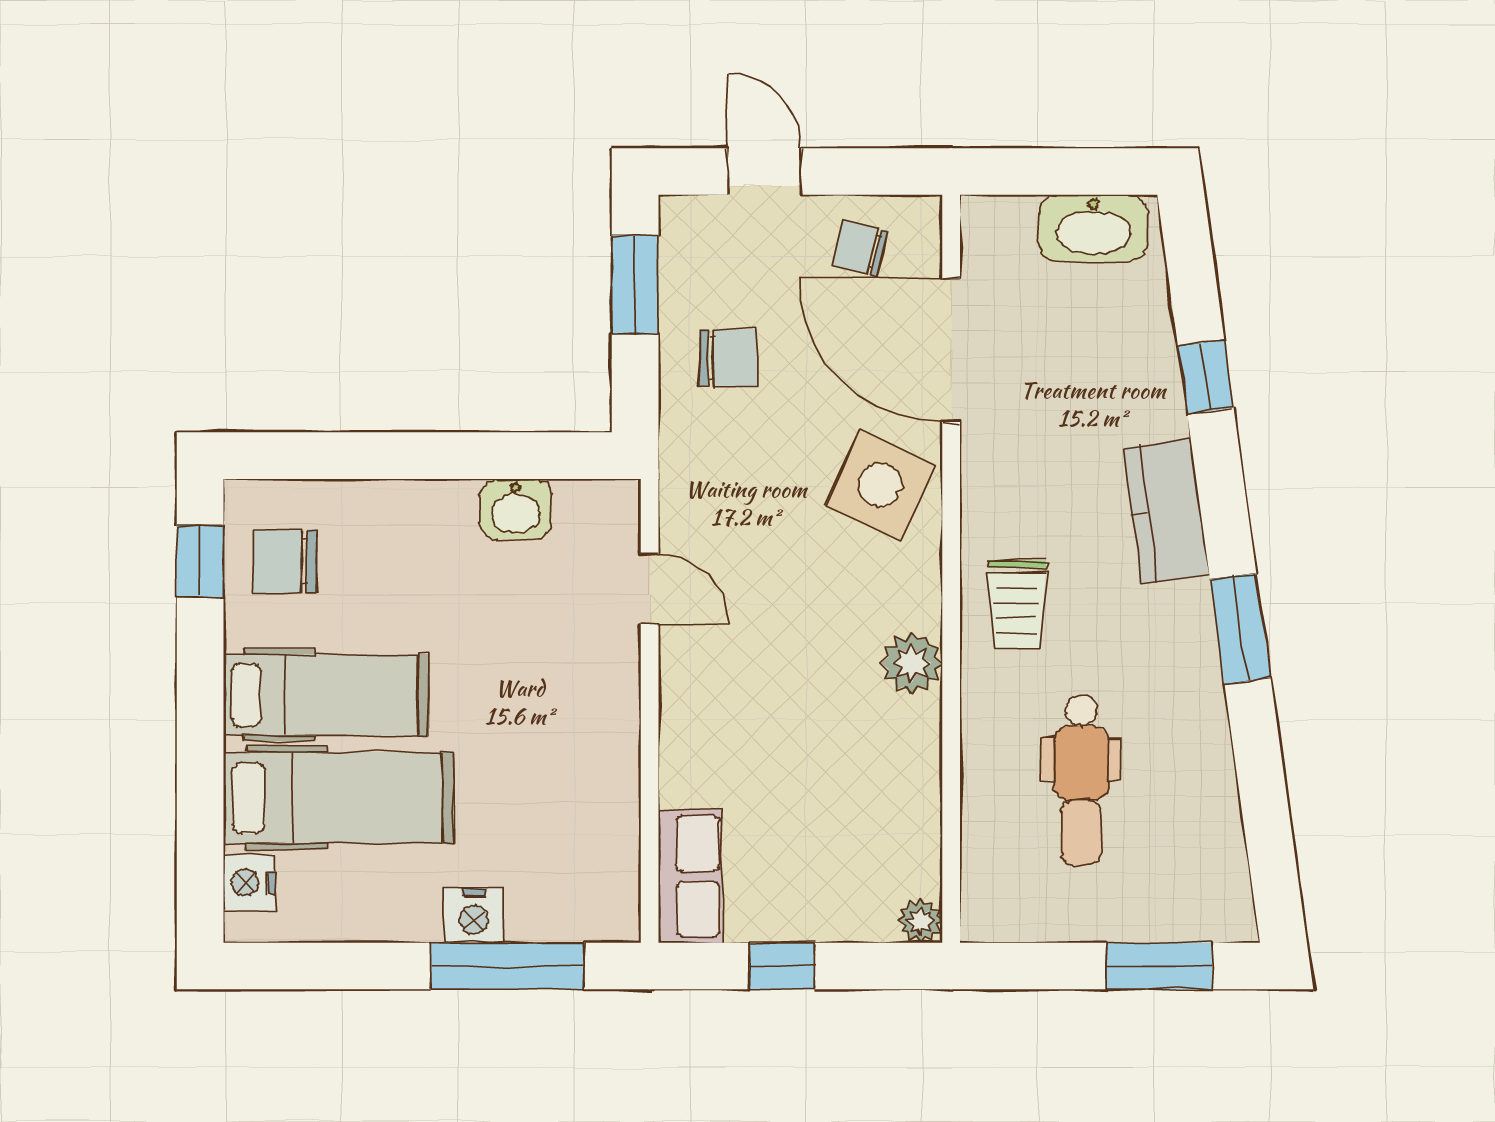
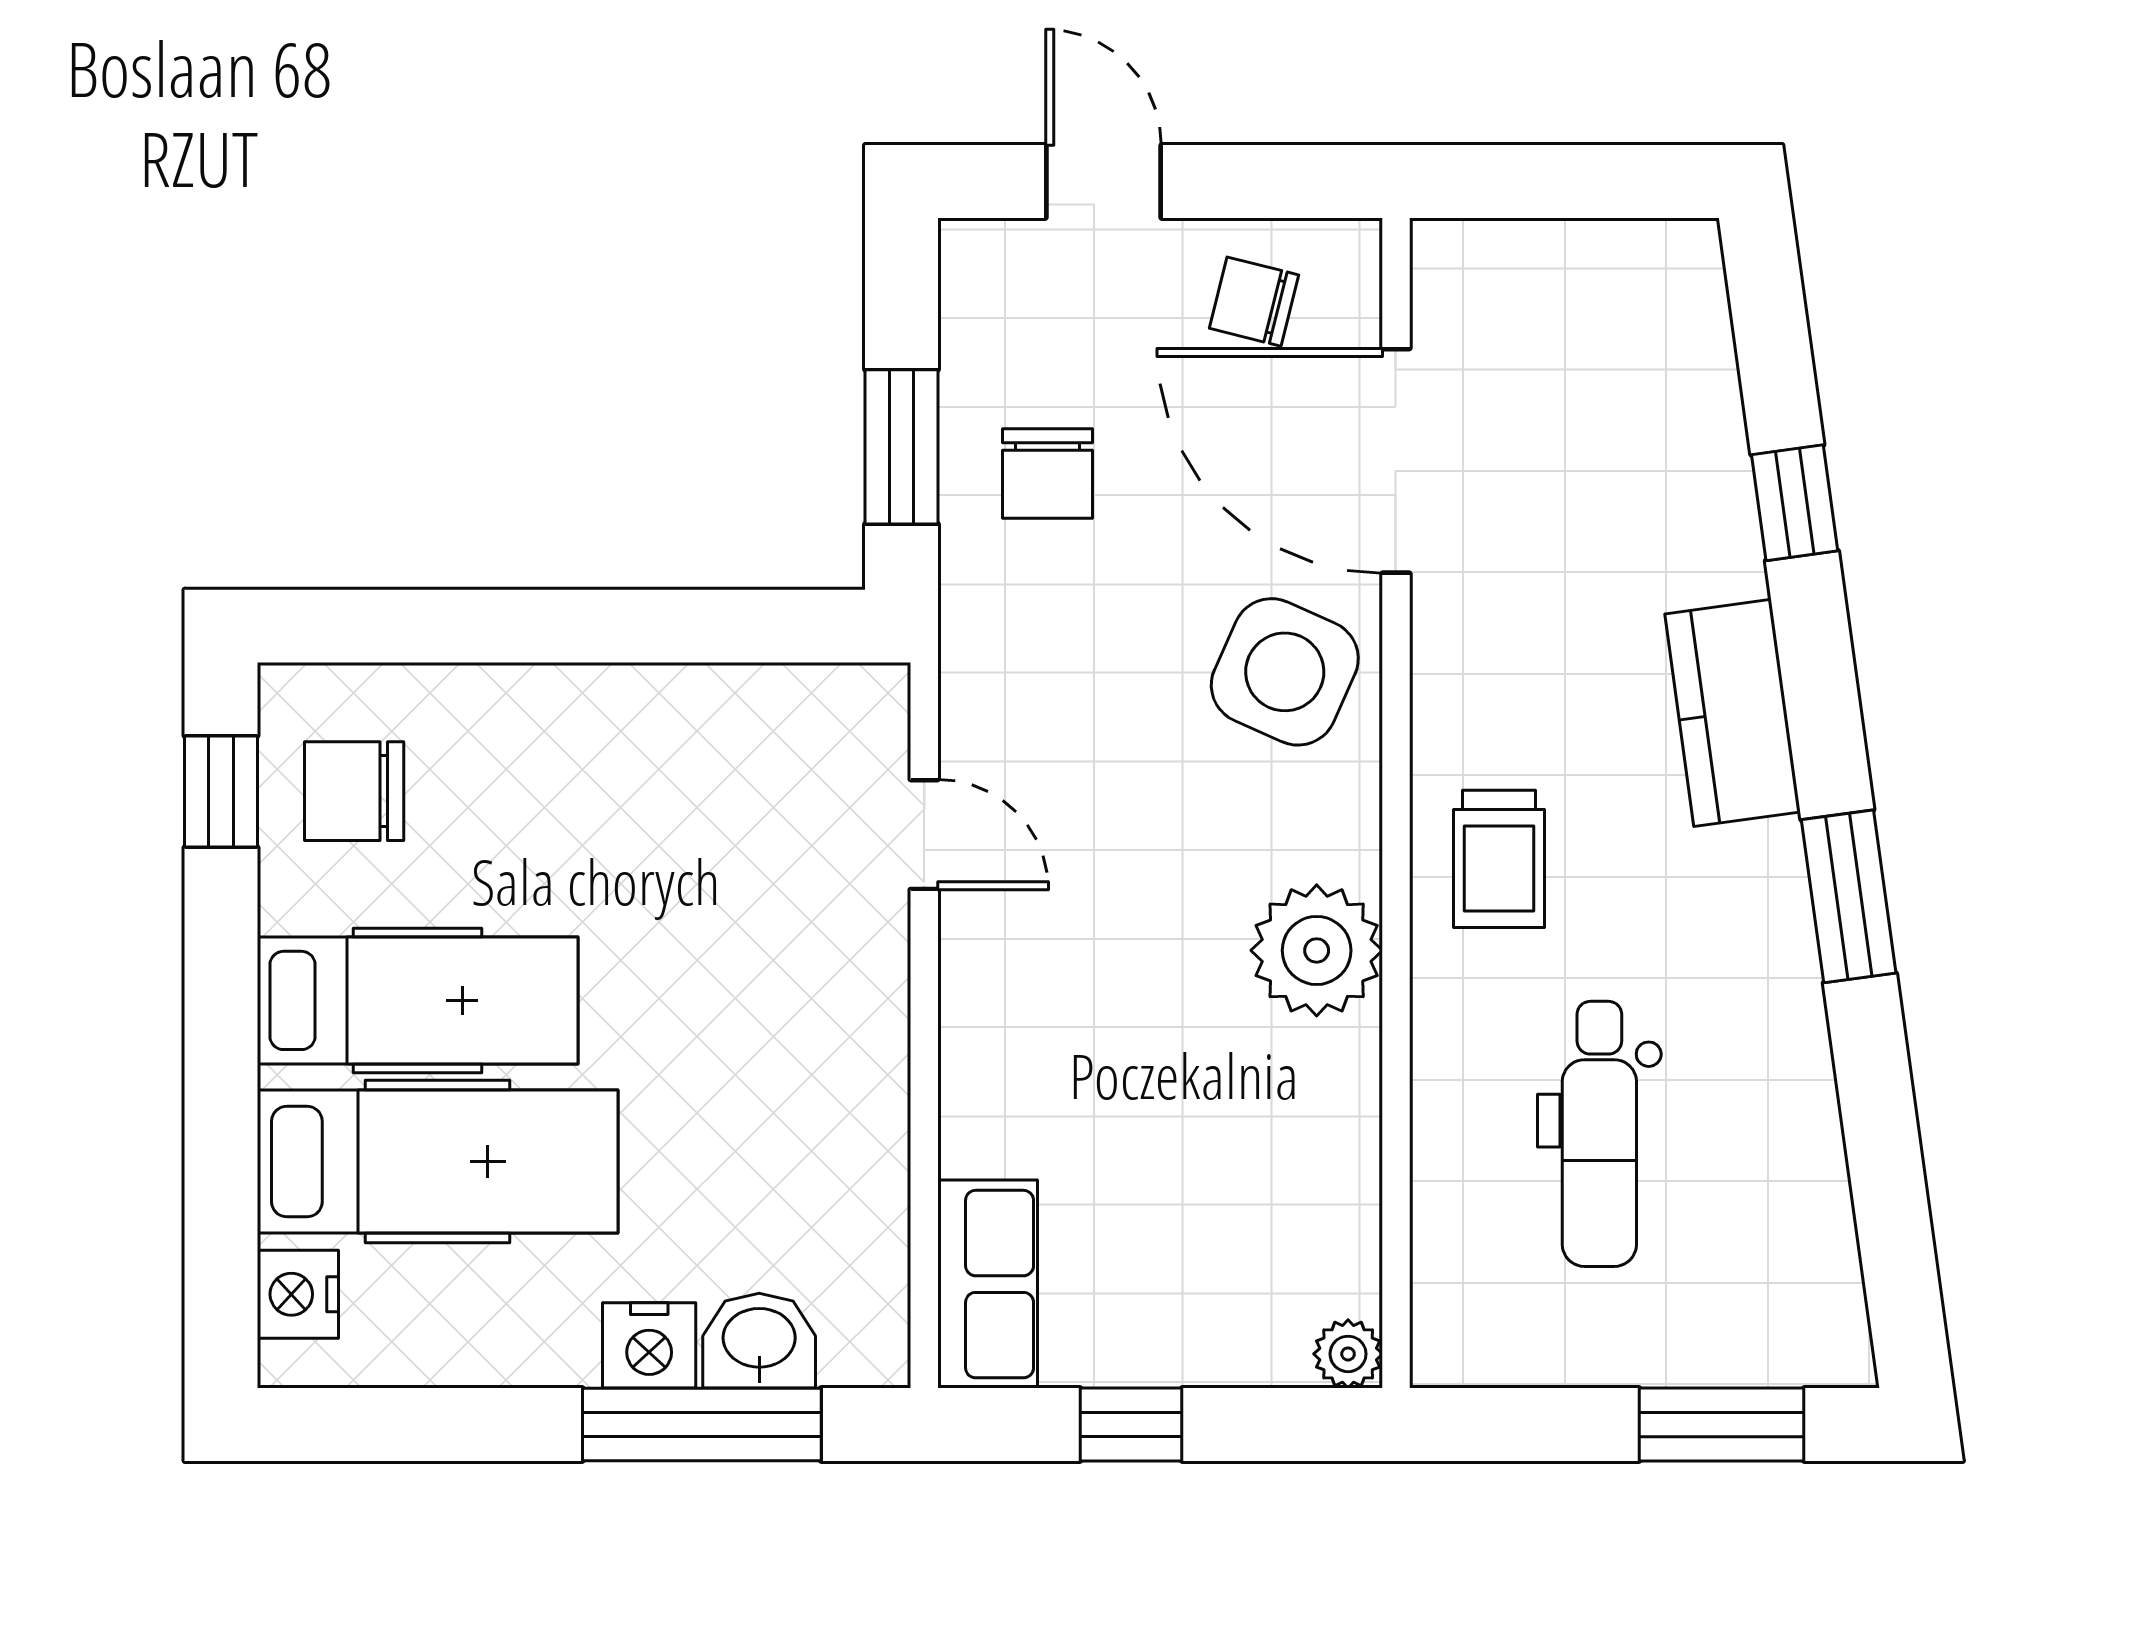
washbasin: (1093, 228) -> (1618, 270), removed
window: (635, 285) -> (901, 447), moved
chair: (728, 358) -> (1048, 474), turned 90
washbasin: (516, 509) -> (759, 1341), moved, turned 180
plant: (912, 663) -> (1317, 950), width x1.36, depth x1.36

